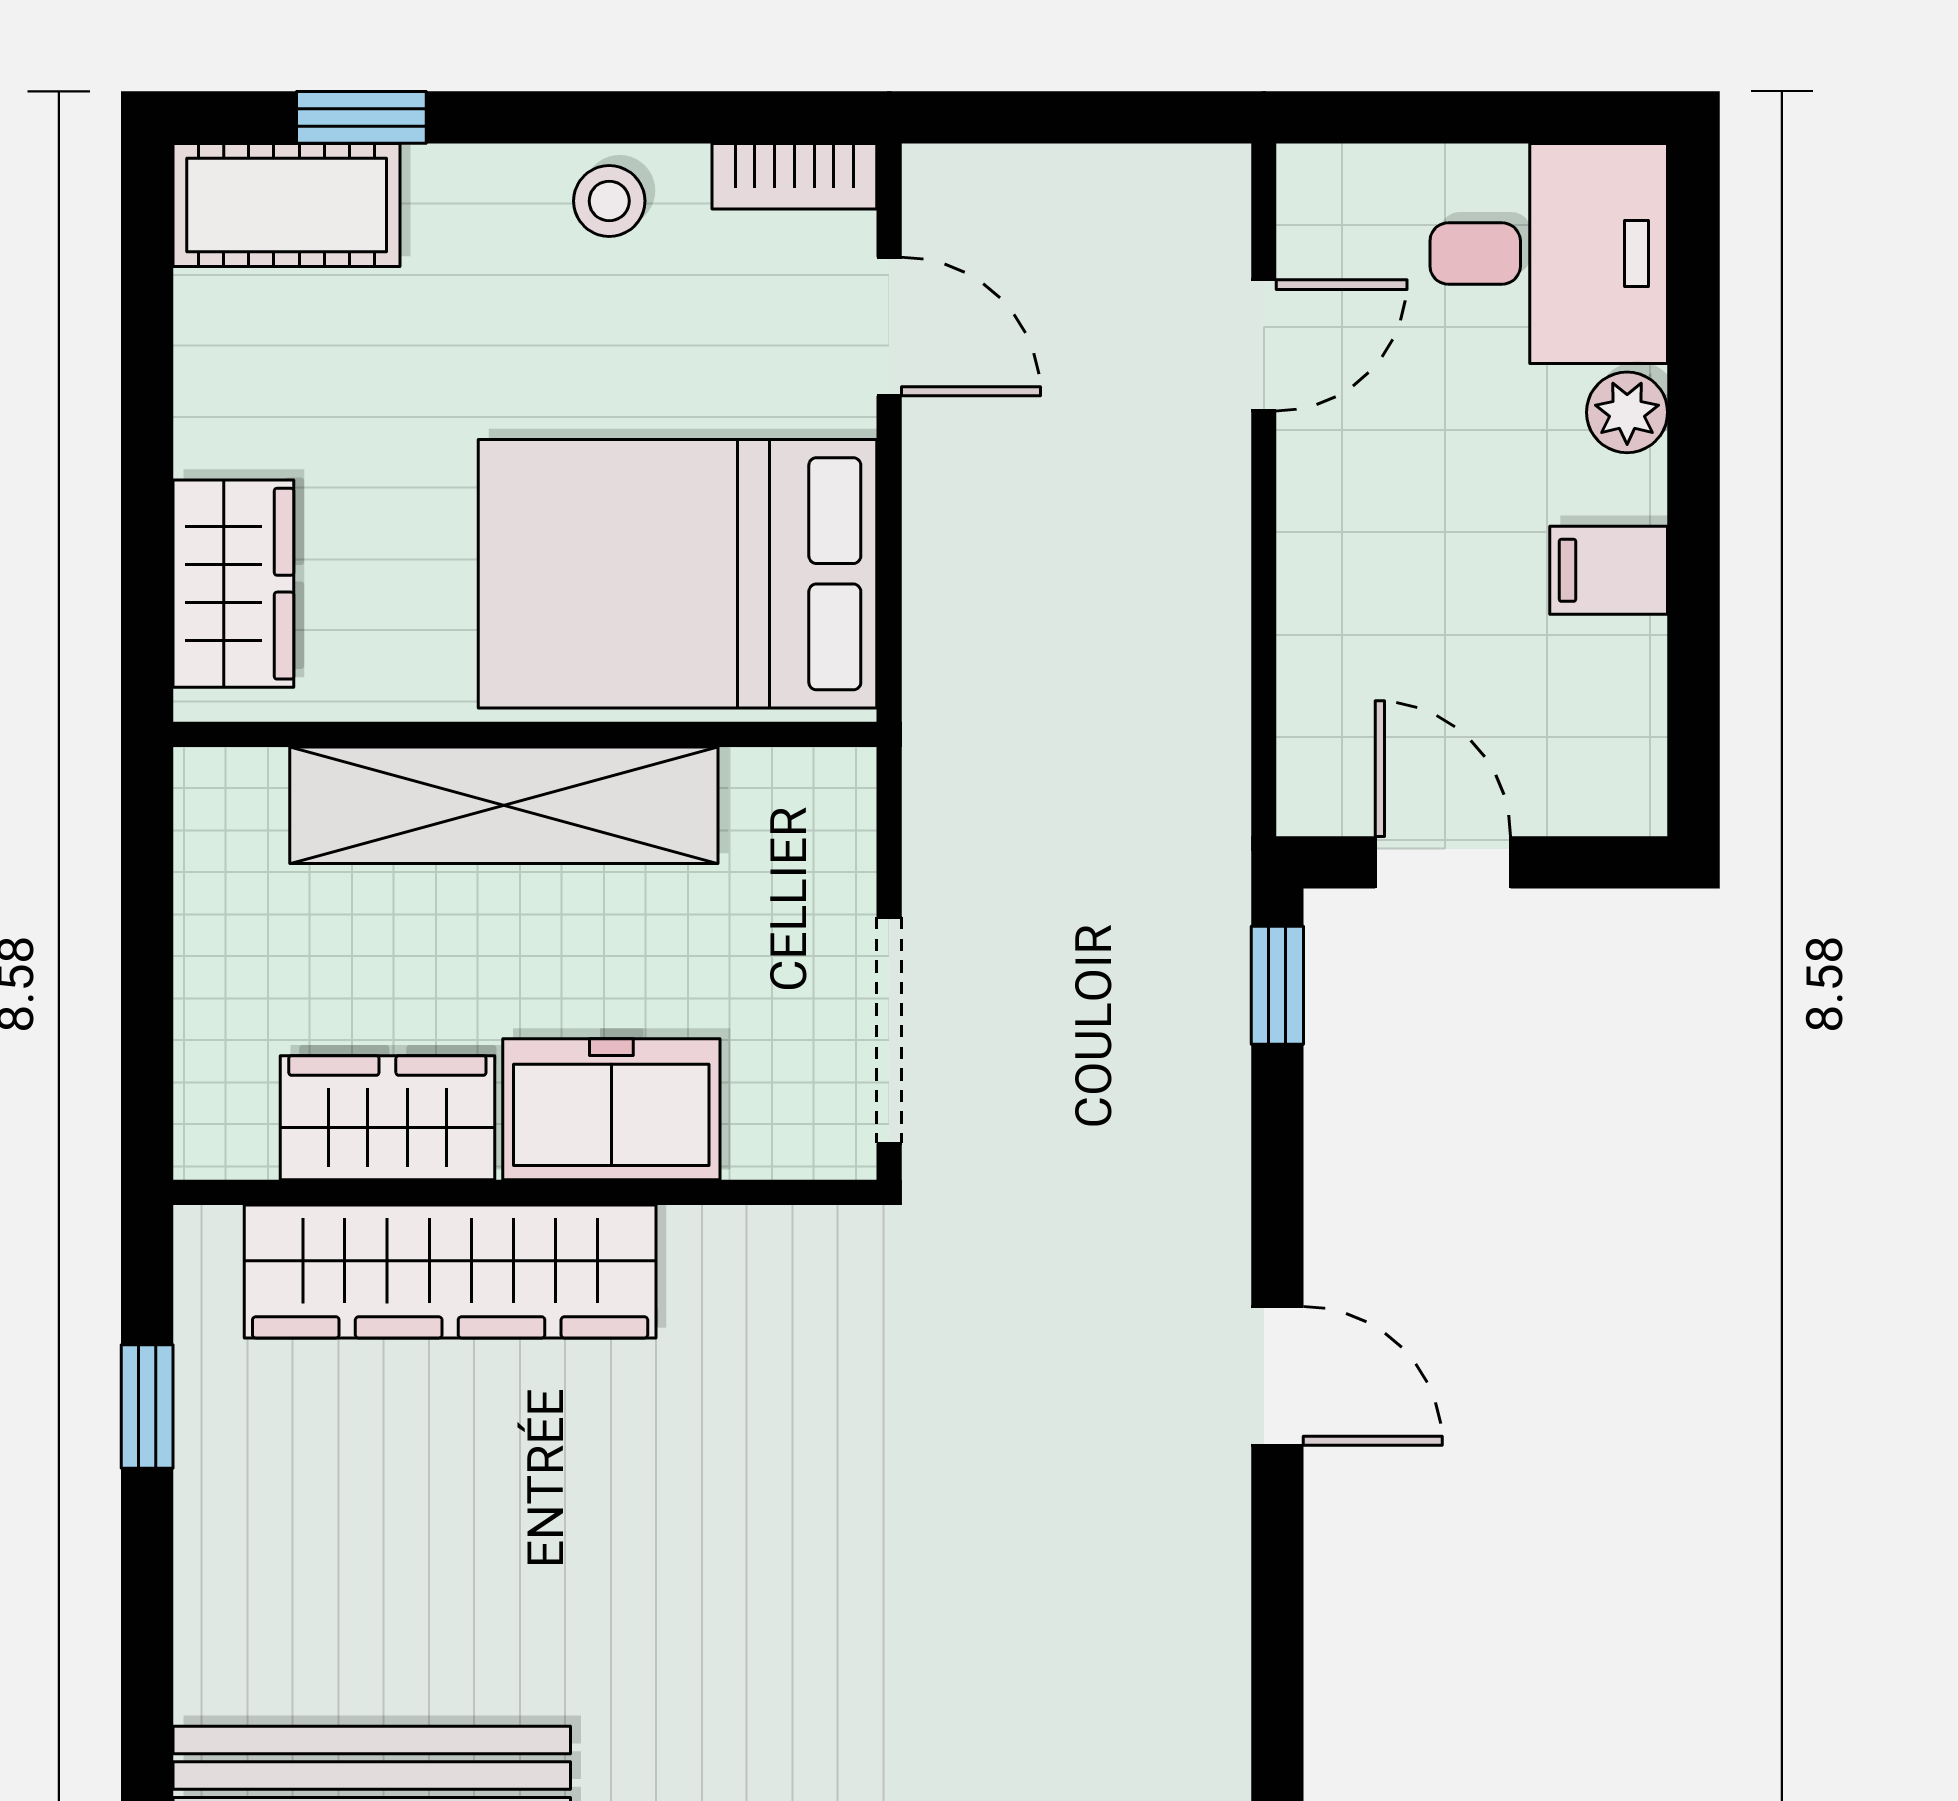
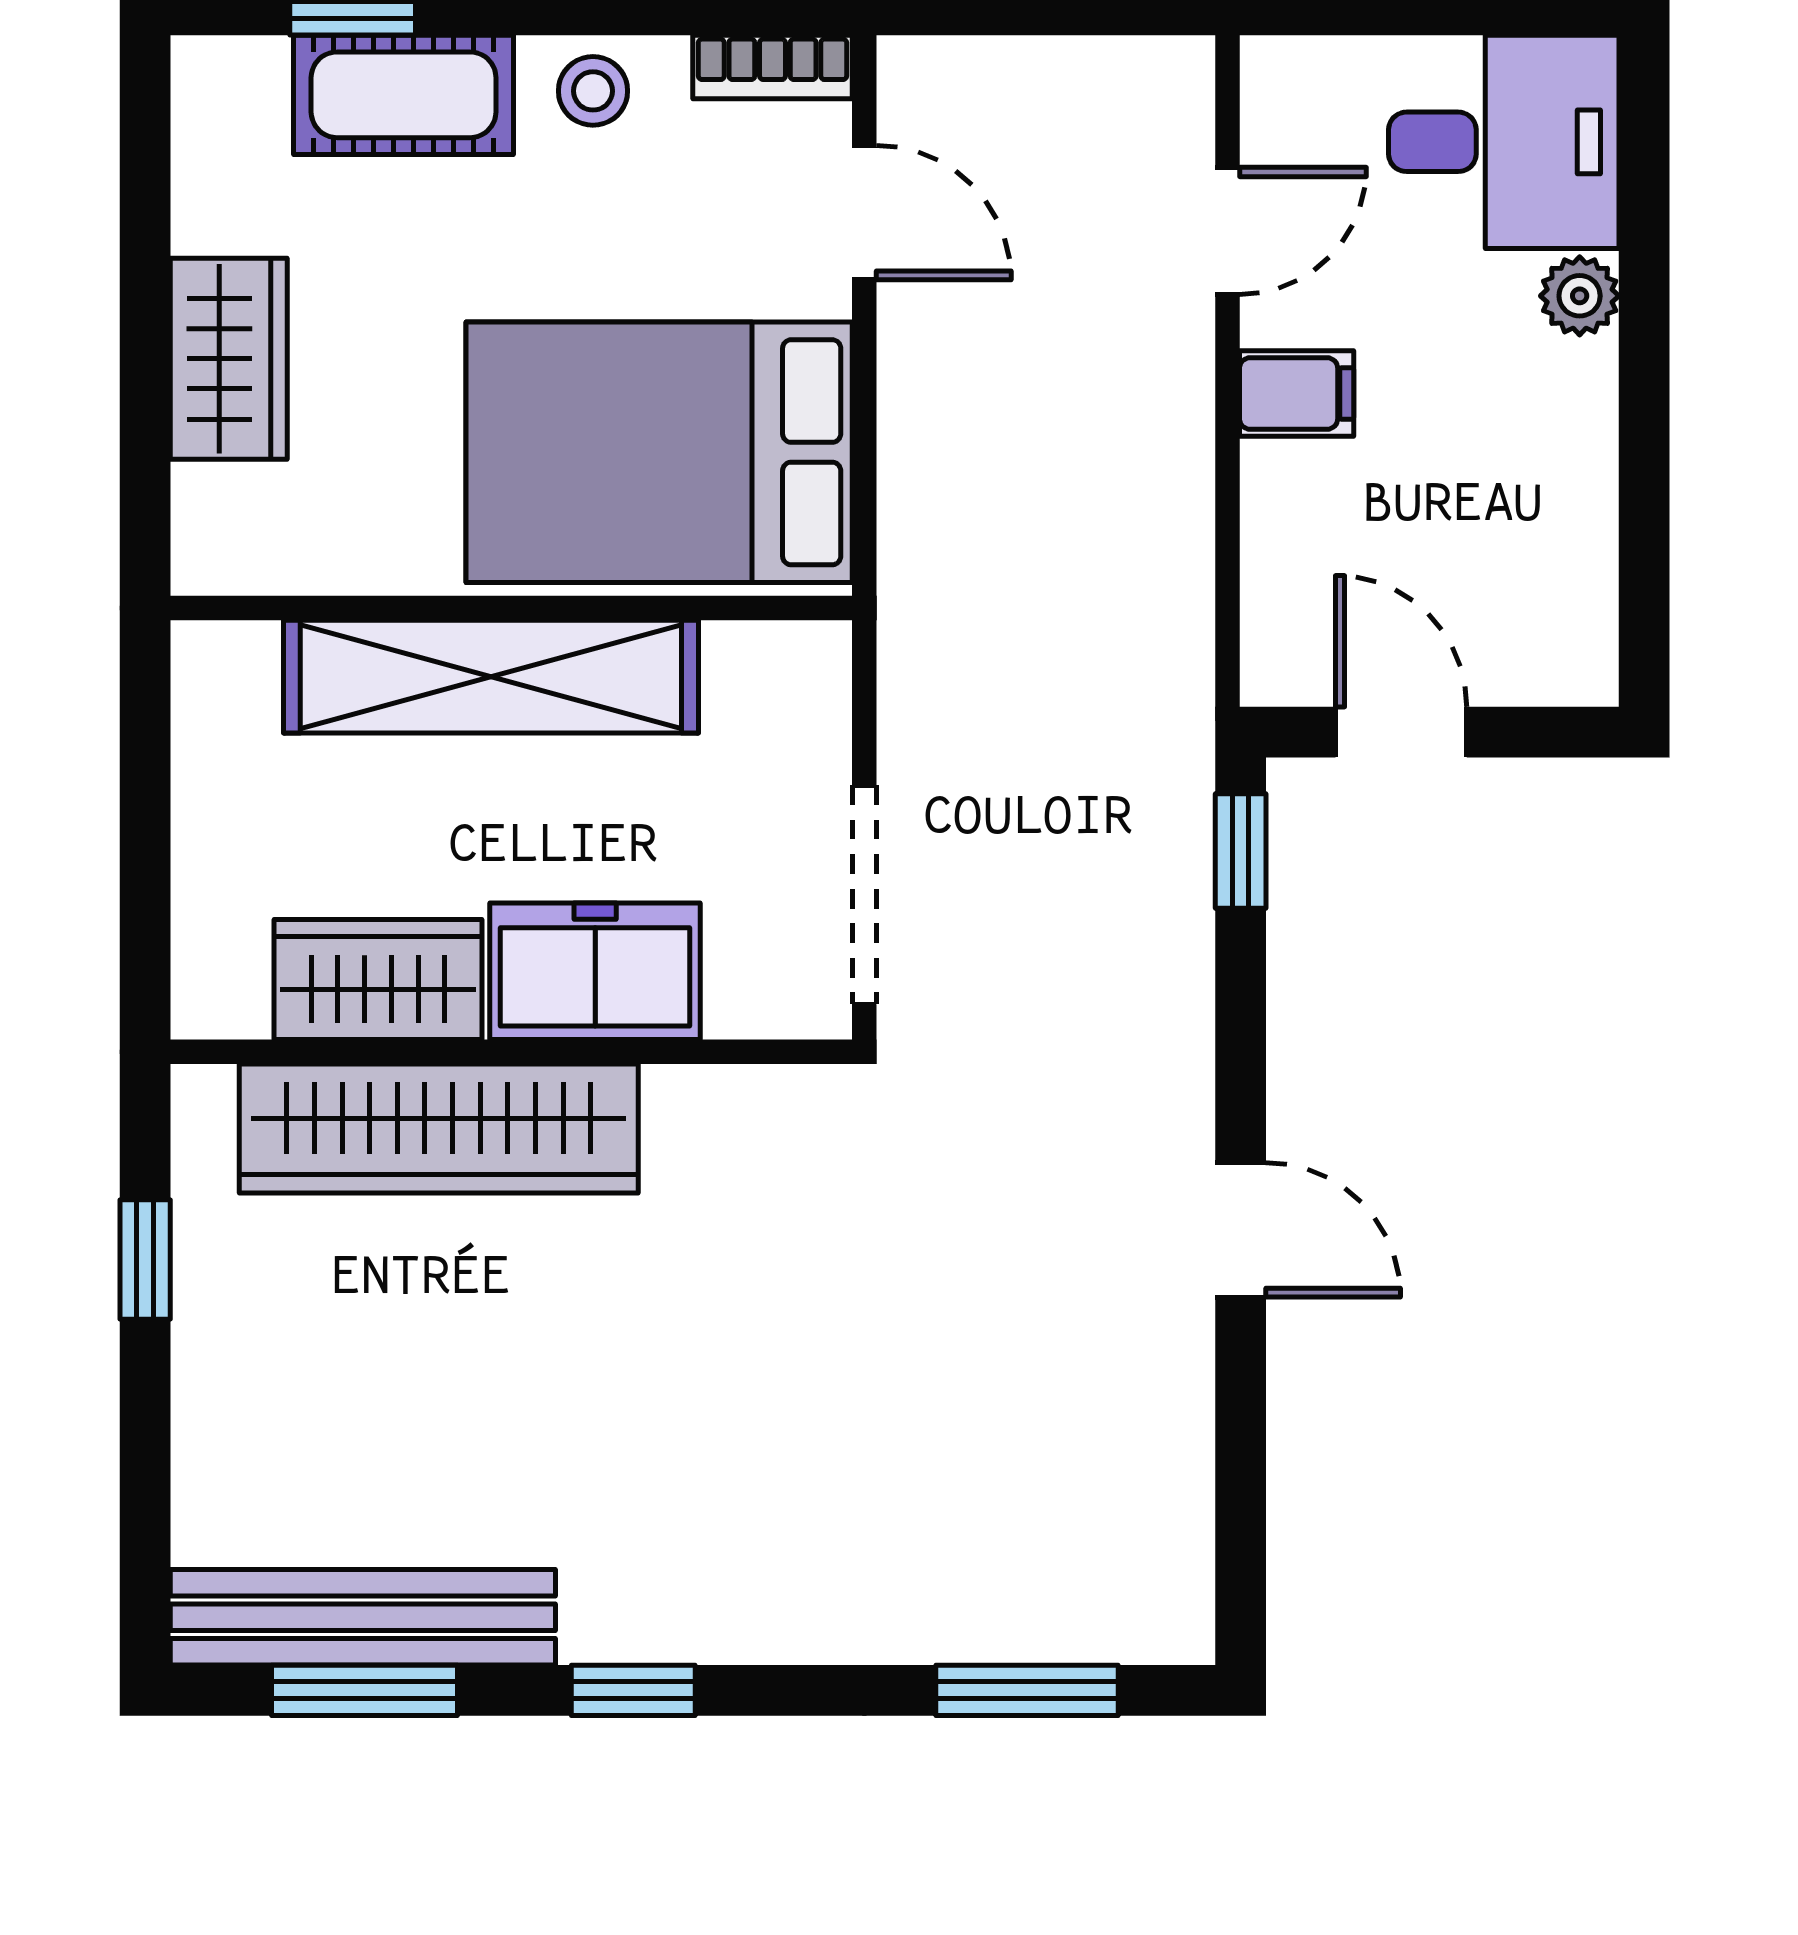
cot: (287, 205) -> (404, 95), moved
filing cabinet: (1609, 570) -> (1297, 394), moved, turned 180
wardrobe: (233, 584) -> (229, 359), moved

